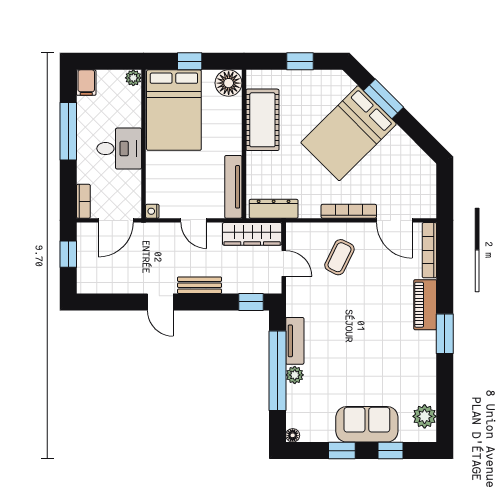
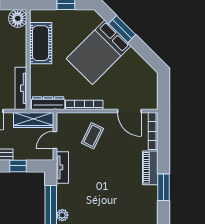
bookcase: (349, 211) -> (84, 105), moved
door: (284, 263) -> (55, 140), swing flipped
window: (251, 302) -> (18, 166), moved
tv unit: (295, 341) -> (62, 167), moved

